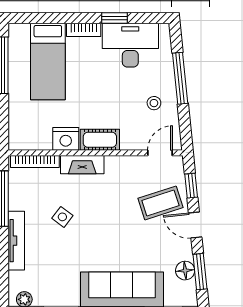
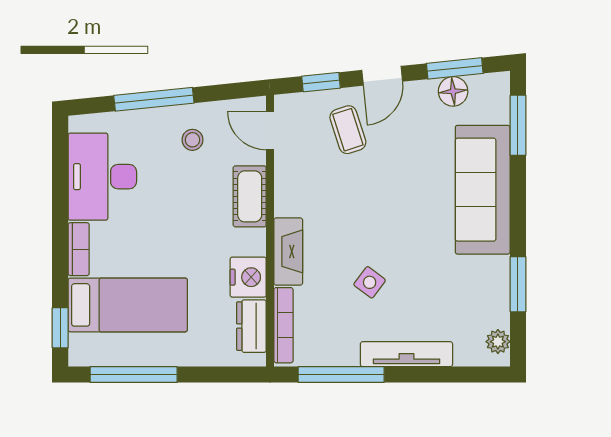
window: (114, 18) -> (60, 328), moved
cot: (100, 140) -> (250, 196), moved
dresser: (34, 141) -> (251, 326), added
coffee table: (160, 203) -> (348, 130), width x0.73, depth x0.77

